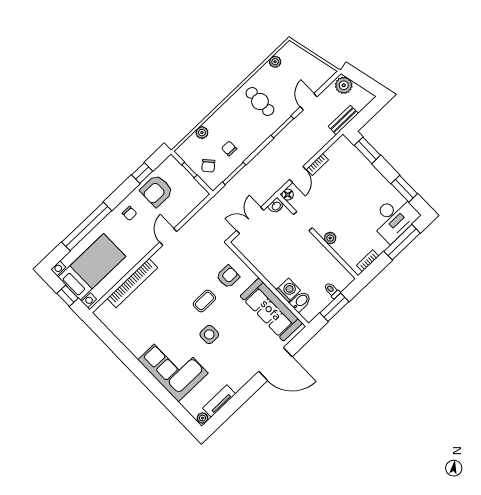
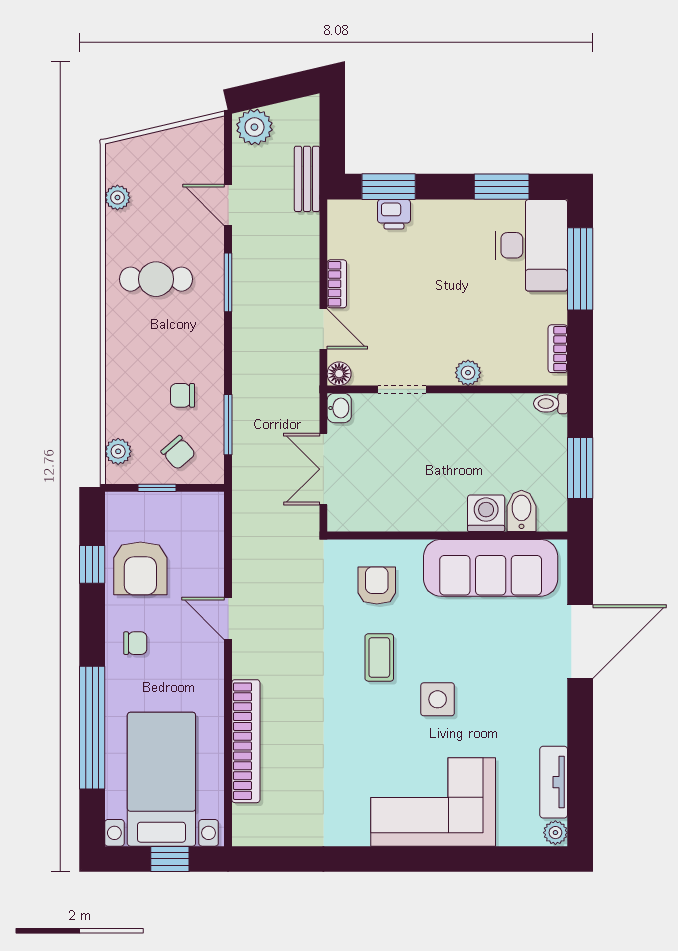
plant: (202, 133) -> (118, 451), moved
printer: (360, 161) -> (394, 214), added
toilet: (332, 290) -> (551, 404), moved

